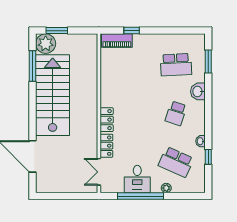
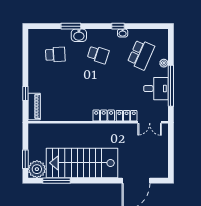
window: (208, 61) -> (71, 26), moved
school desk: (176, 65) -> (55, 55), width x0.54
window: (208, 157) -> (118, 26), moved

